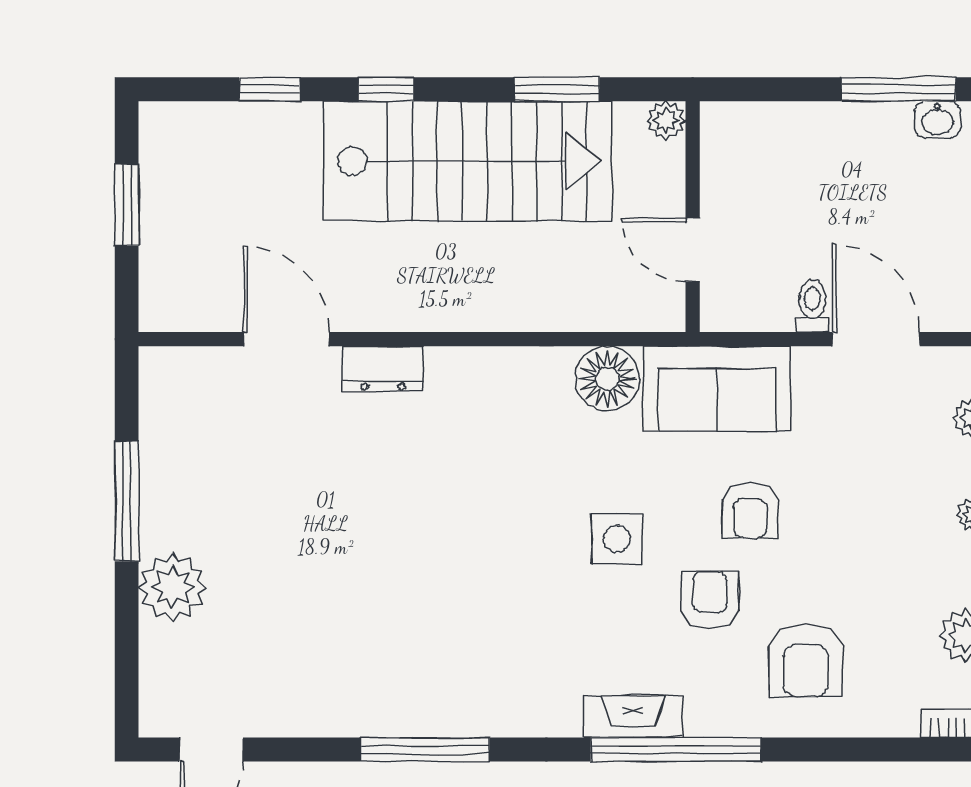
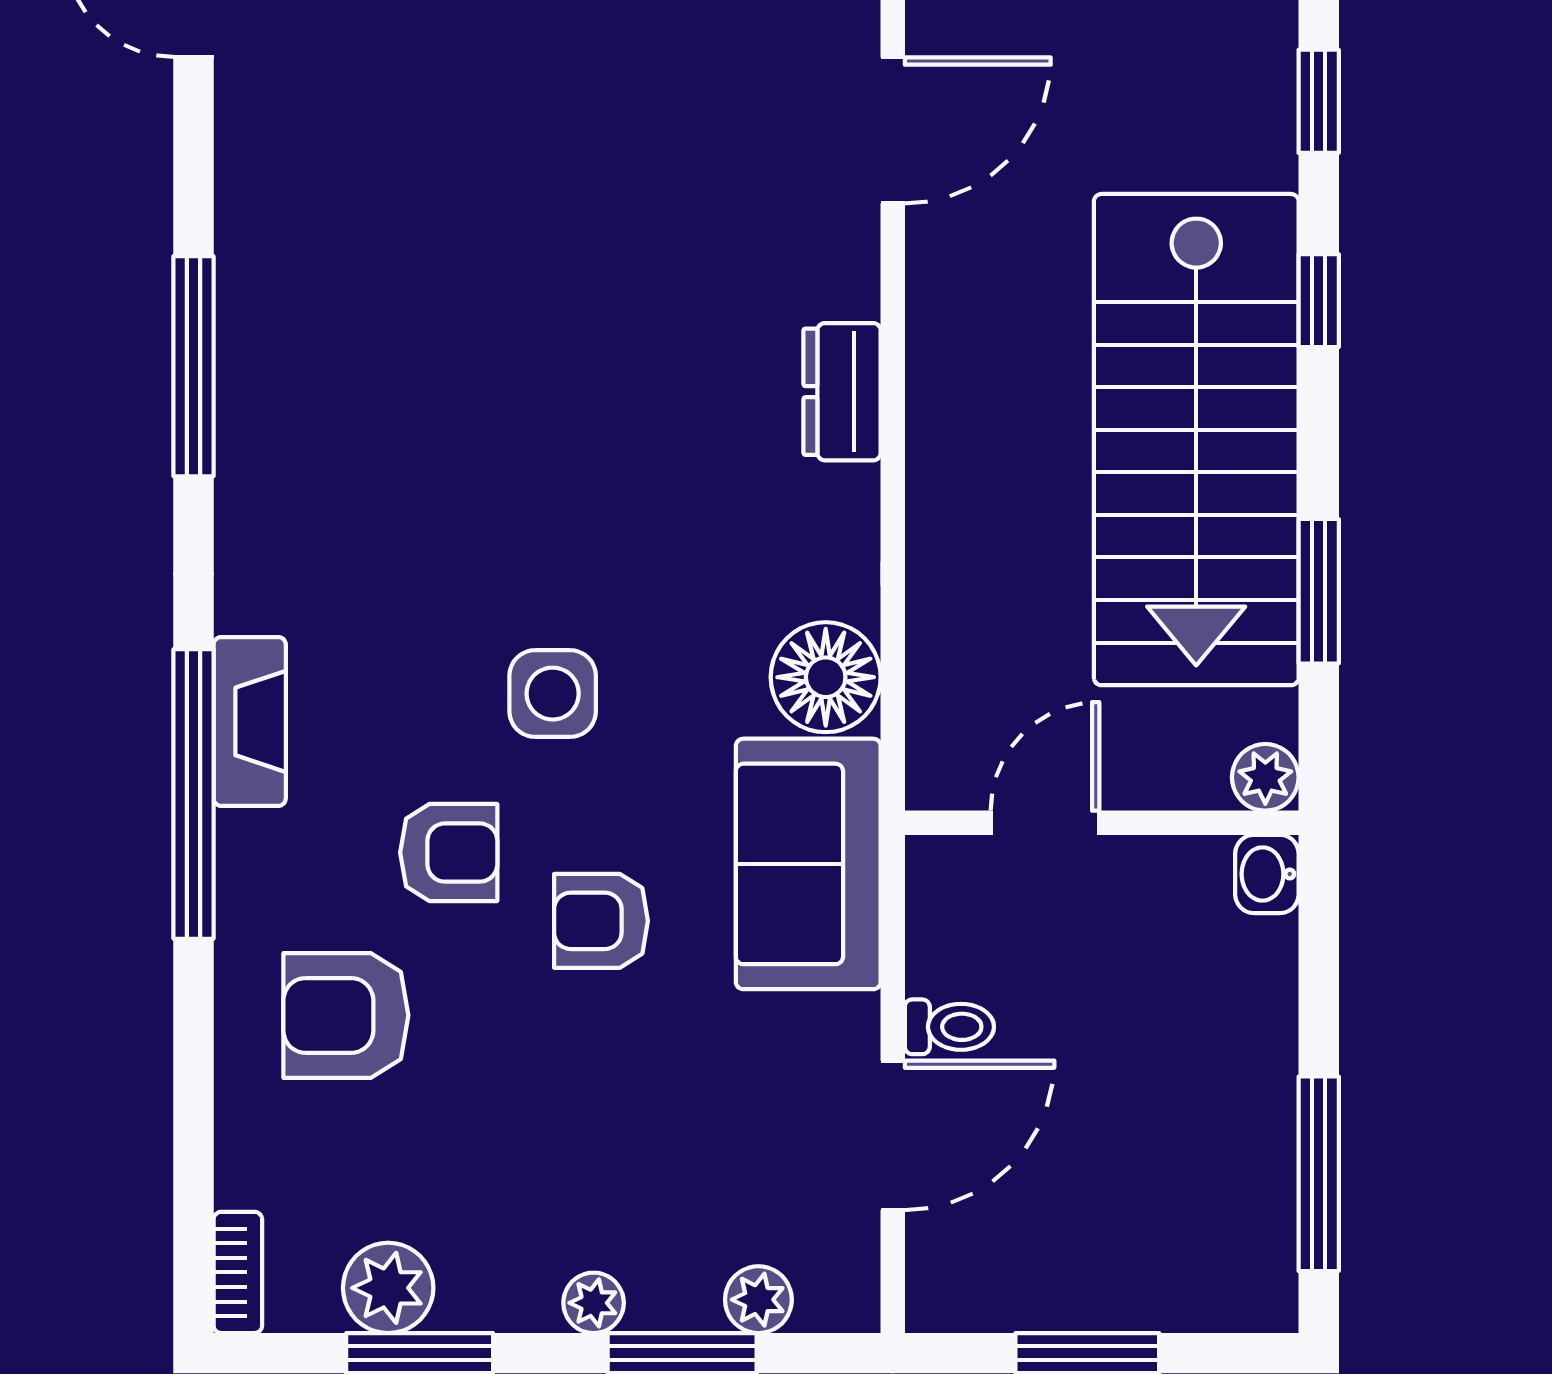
washbasin: (937, 120) -> (1267, 874), moved
dresser: (383, 369) -> (842, 392), moved

